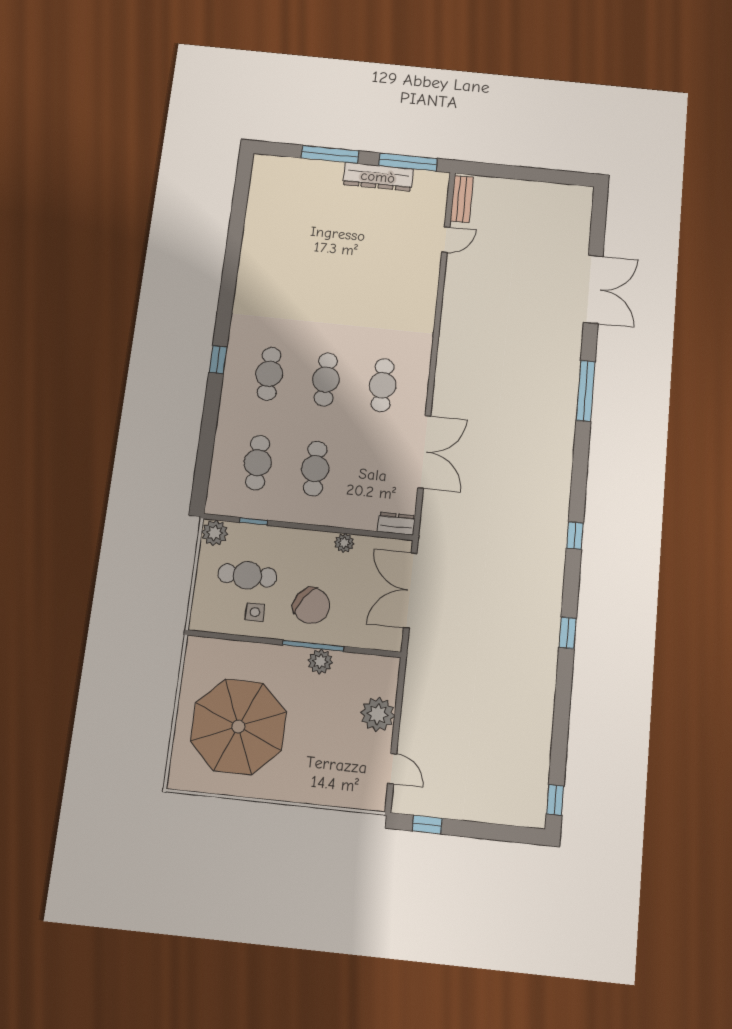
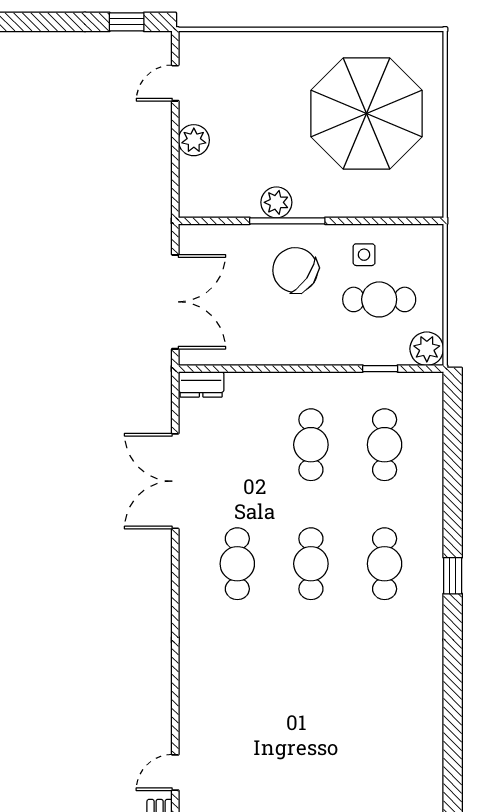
plant: (344, 543) -> (264, 353), removed
plant: (378, 714) -> (194, 140), width x0.73, depth x0.73
door: (392, 769) -> (175, 83), hinge flipped

